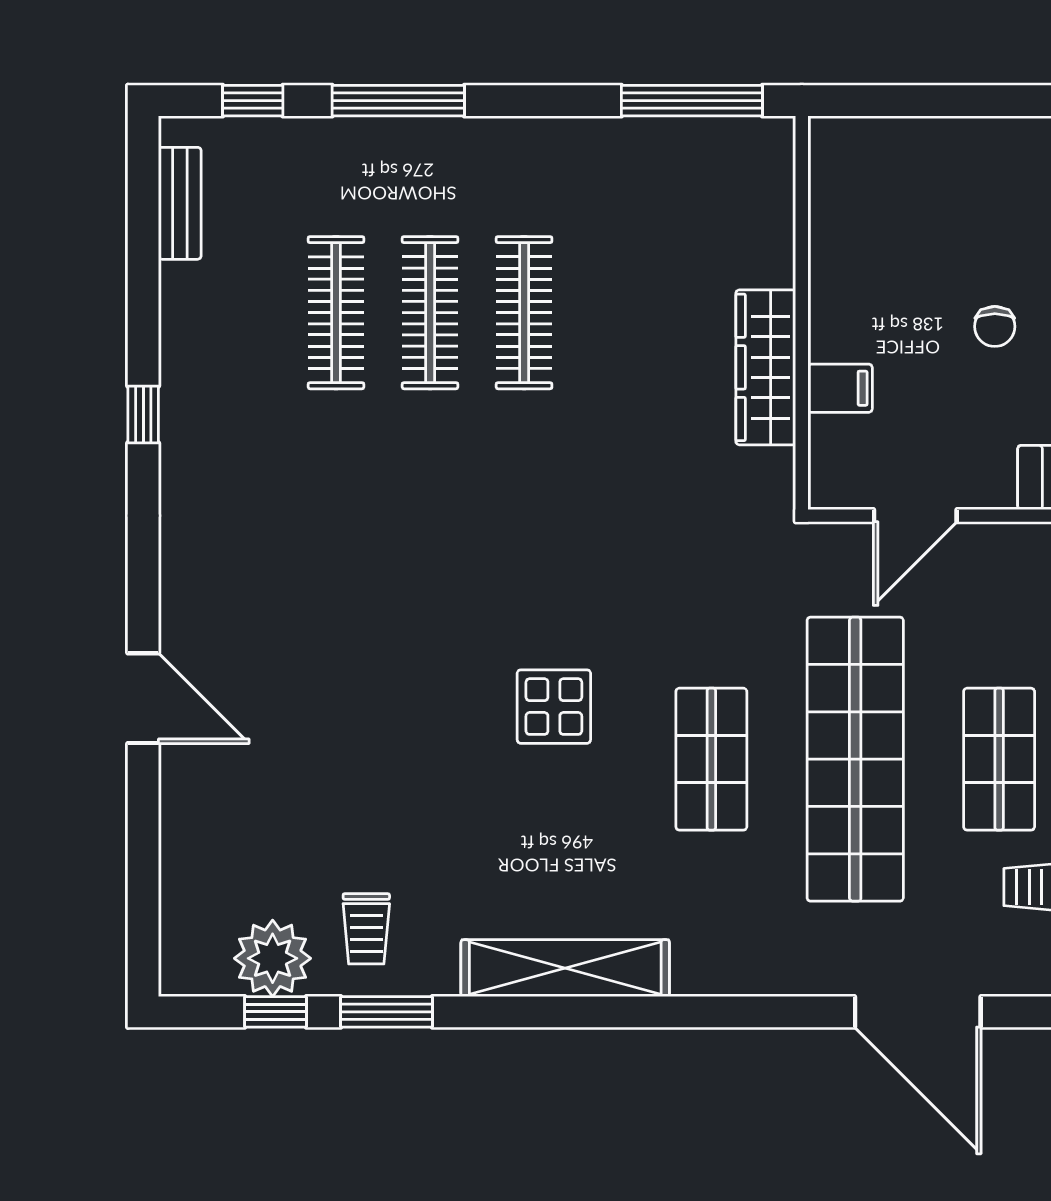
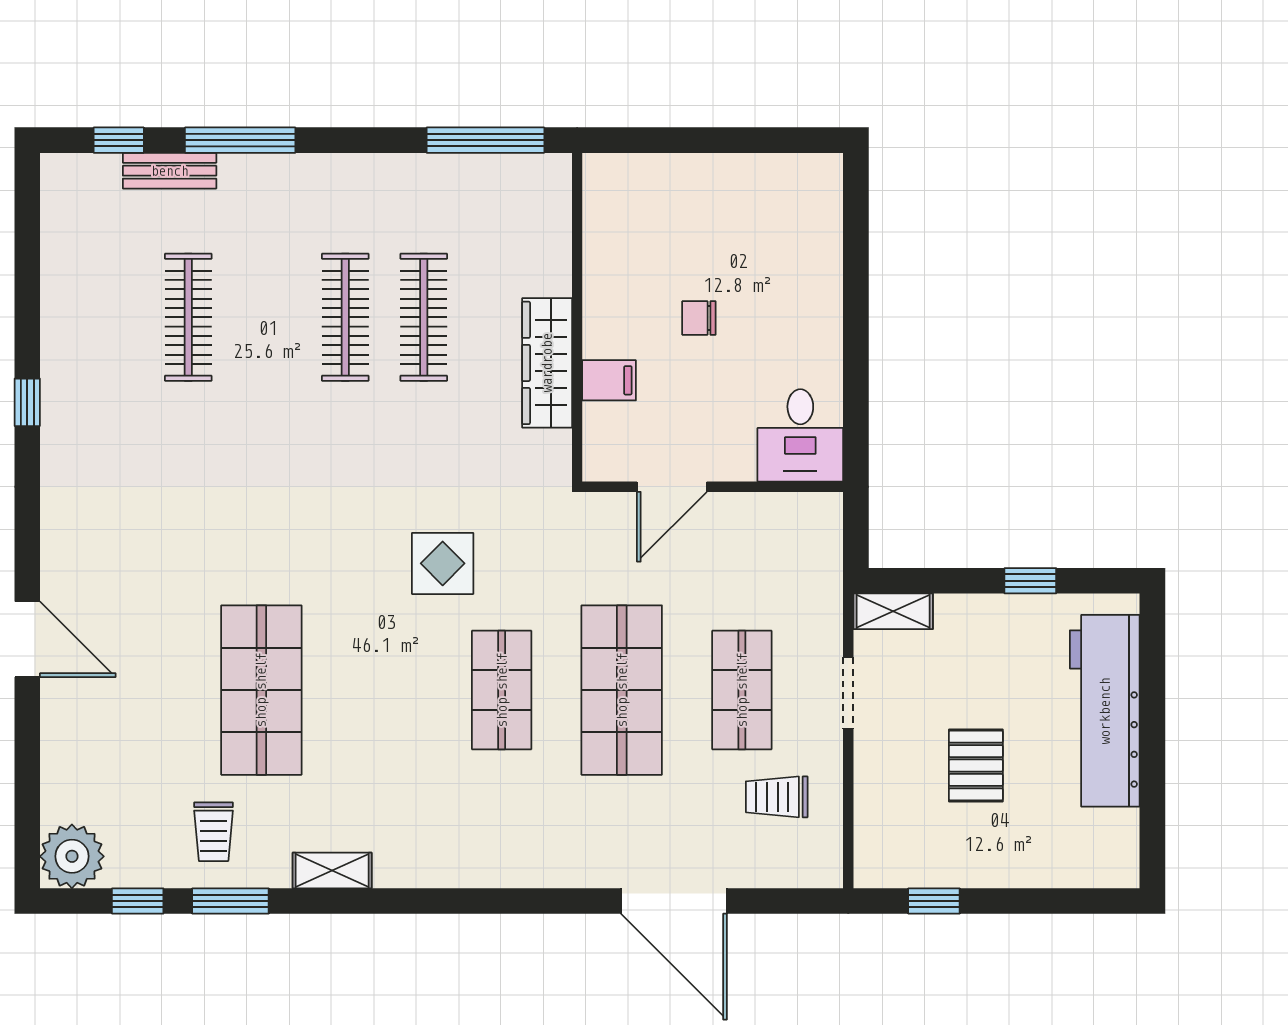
bench: (180, 203) -> (170, 171), moved, turned 90
clothes rail: (430, 313) -> (424, 317), moved
chair: (995, 326) -> (699, 318), moved, turned 90
display table: (554, 707) -> (443, 563), moved
shop shelf: (424, 759) -> (261, 690), added
shop shelf: (855, 759) -> (622, 690), width x0.71
plant: (273, 958) -> (72, 856), moved
shelving: (565, 968) -> (332, 870), width x0.45, depth x0.75

